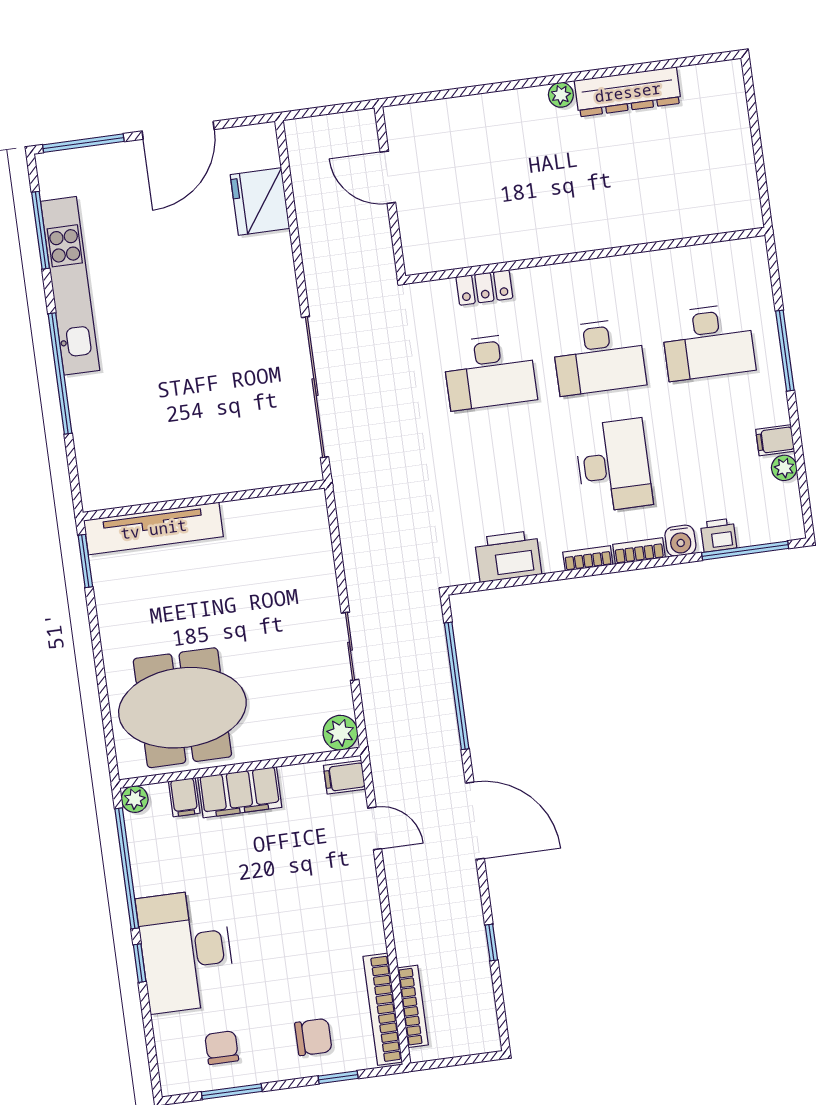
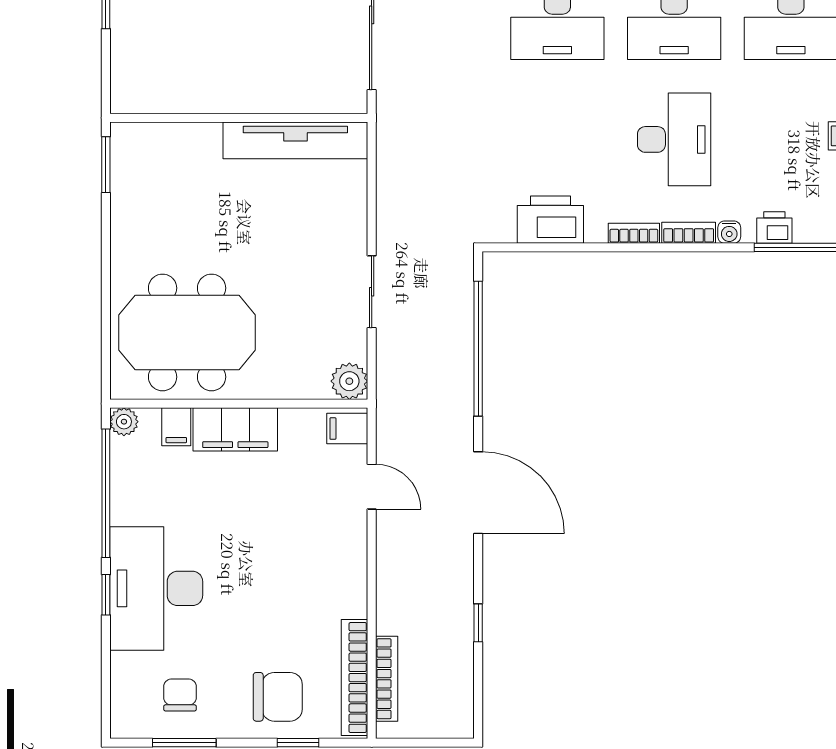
tv unit: (154, 529) -> (295, 140), moved
water cooler: (680, 541) -> (729, 232), width x0.72, depth x0.72
chair: (313, 1037) -> (278, 697), width x1.37, depth x1.37

